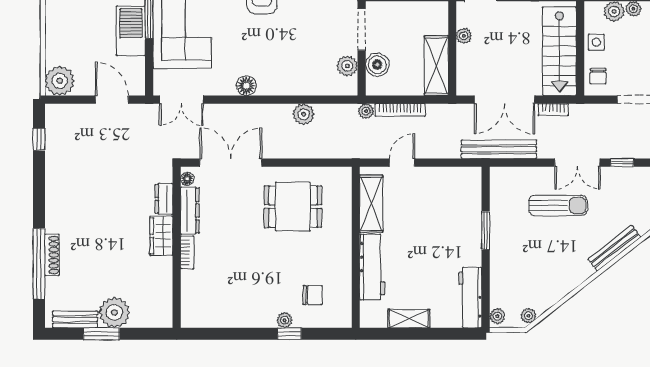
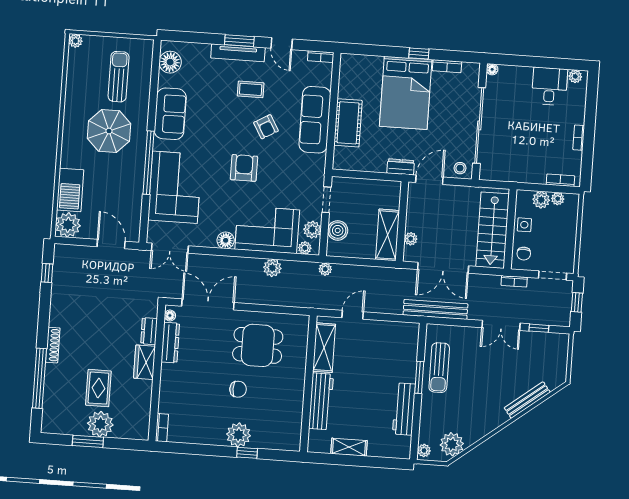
doorway: (362, 29) -> (327, 200), width x0.73
barbecue: (131, 31) -> (70, 190), moved, turned 180
plant: (464, 36) -> (411, 239), moved
corner sofa: (294, 70) -> (267, 230), added
plant: (340, 88) -> (305, 248), added
bookcase: (400, 110) -> (354, 270), removed
bookcase: (553, 110) -> (514, 281), moved
sun lounger: (558, 206) -> (439, 368), moved, turned 90
bookcase: (187, 252) -> (162, 428), moved
shoe rack: (52, 255) -> (53, 345), moved
rug: (109, 270) -> (98, 388), added
chair: (313, 295) -> (238, 389), moved
workbench: (470, 298) -> (404, 409), moved
plant: (528, 316) -> (452, 444), width x1.88, depth x1.88
bench: (75, 319) -> (66, 428), removed
plant: (285, 320) -> (239, 435), width x1.87, depth x1.87

